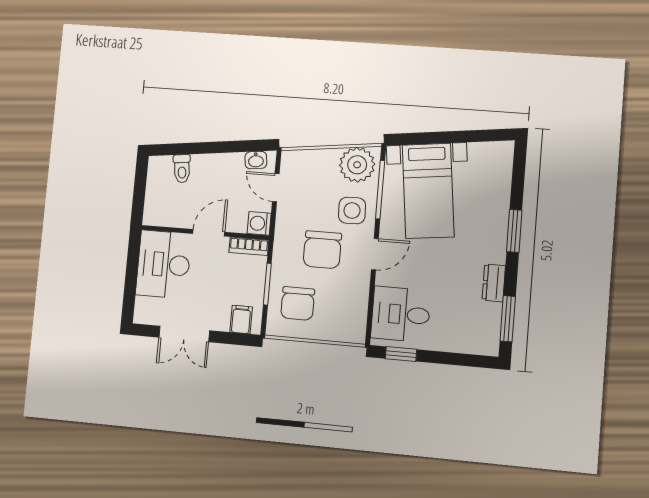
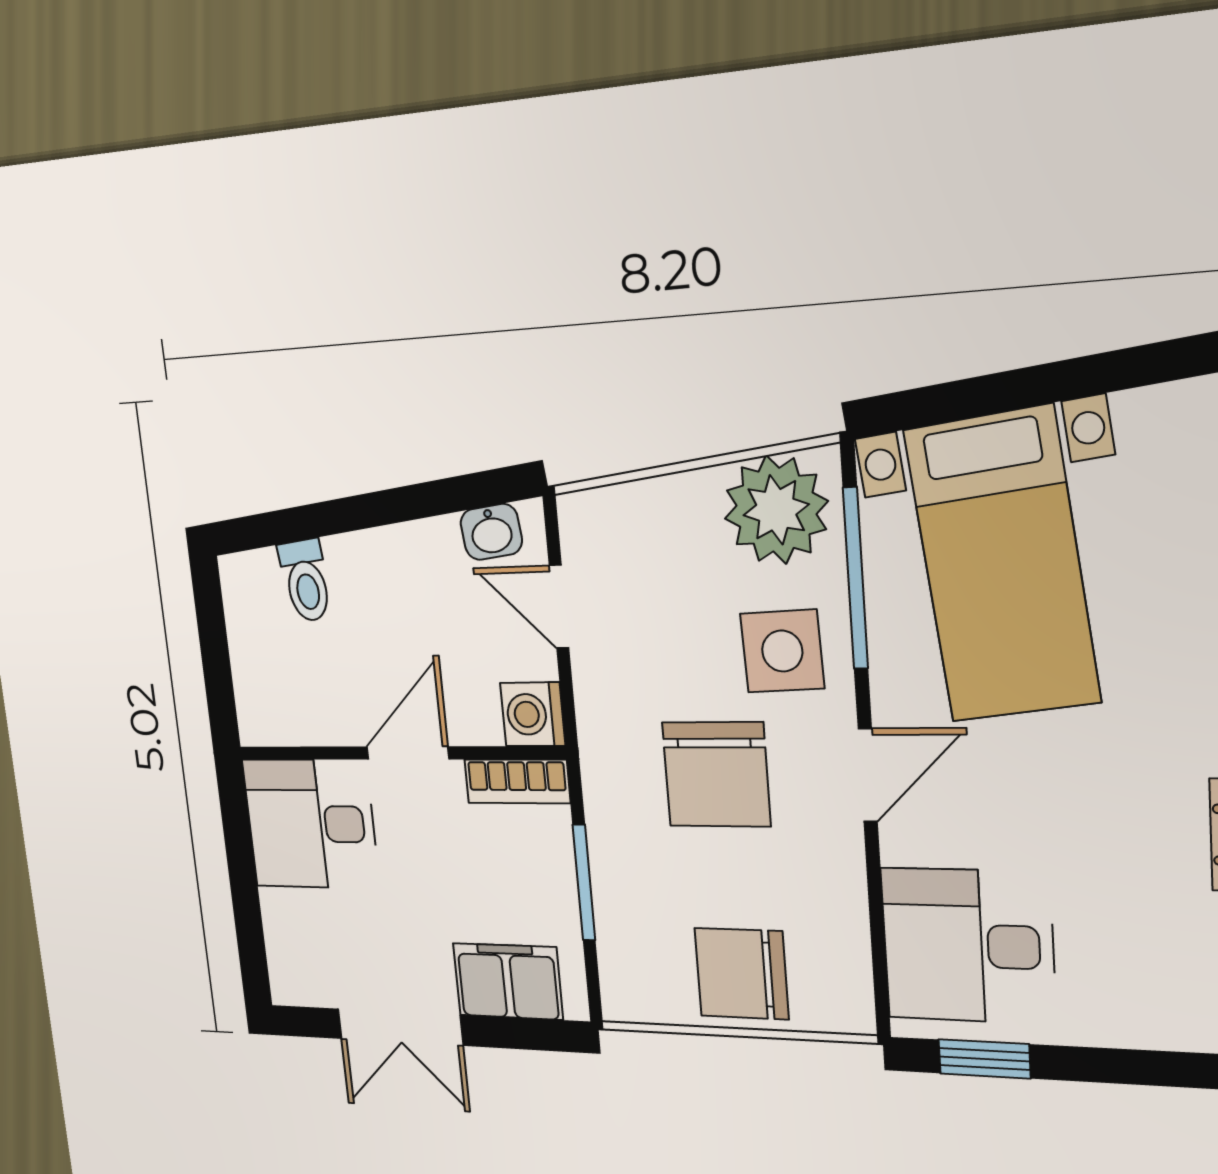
desk: (164, 264) -> (311, 824), width x0.73
chair: (298, 303) -> (742, 974), moved, turned 90
filing cabinet: (241, 320) -> (508, 981), width x2.00

